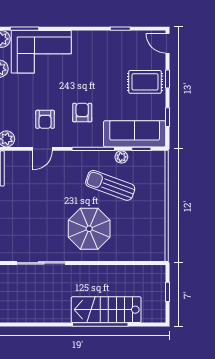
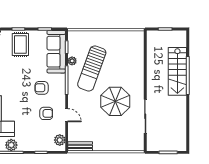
sun lounger: (110, 185) -> (92, 69), width x1.36, depth x1.34
parasol: (89, 229) -> (115, 101), moved

